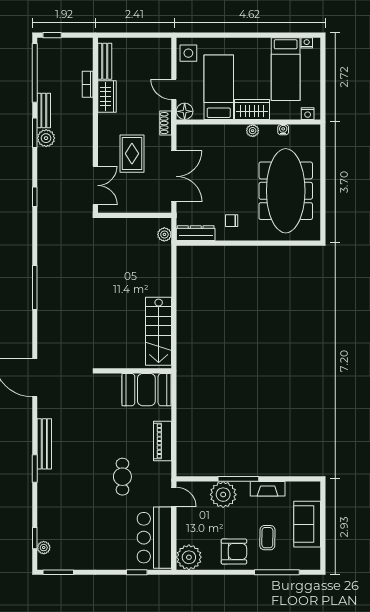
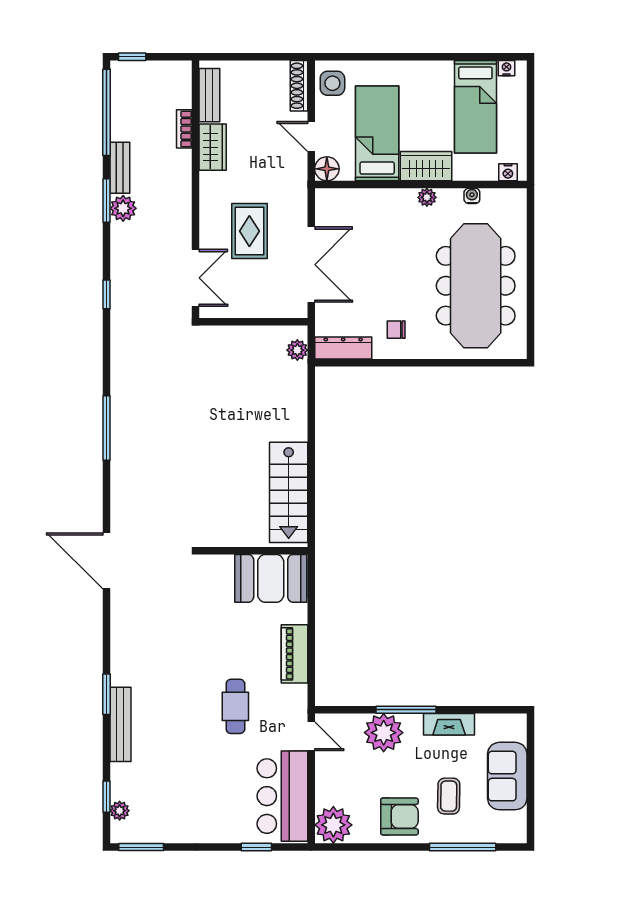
shoe rack: (166, 123) -> (299, 86), moved, width x1.43
bench: (44, 444) -> (120, 724), moved

